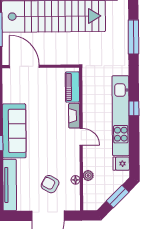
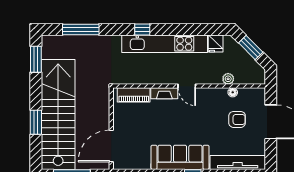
window: (134, 108) -> (142, 29), moved
door: (81, 137) -> (187, 86), swing flipped
armchair: (50, 184) -> (237, 119), turned -119

